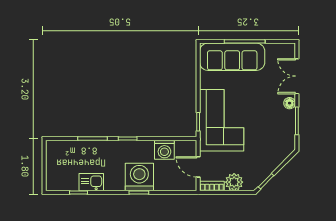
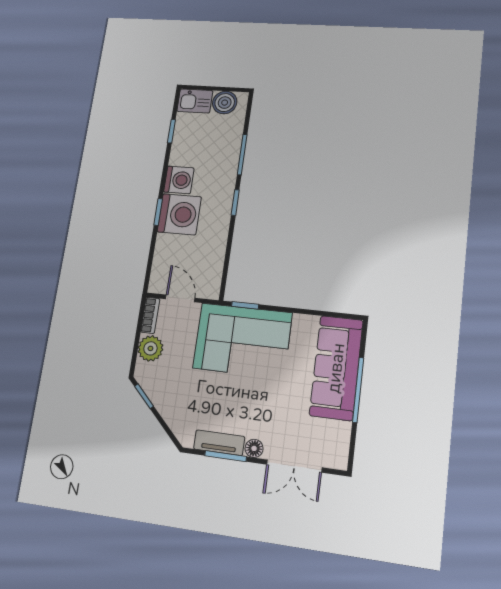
double door: (297, 76) -> (294, 466), swing flipped
tv unit: (289, 126) -> (219, 443), added
washing machine: (164, 150) -> (179, 180), moved, turned 180
boiler: (54, 157) -> (225, 103), added
door: (198, 167) -> (180, 298), hinge flipped
kitchen sink: (91, 182) -> (195, 101), moved, turned 90

